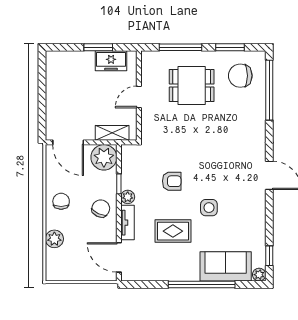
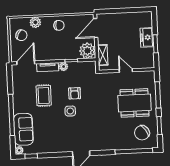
freezer: (111, 61) -> (147, 37), moved
chair: (240, 76) -> (142, 133), turned -124
dining table: (192, 86) -> (134, 103), width x1.38
side table: (209, 208) -> (70, 111), moved
chair: (101, 209) -> (21, 35), moved

